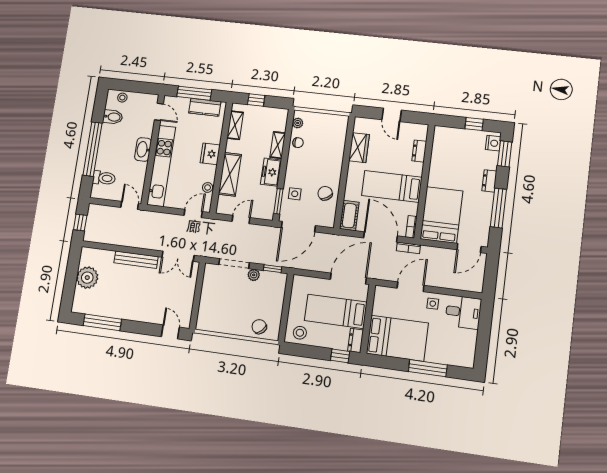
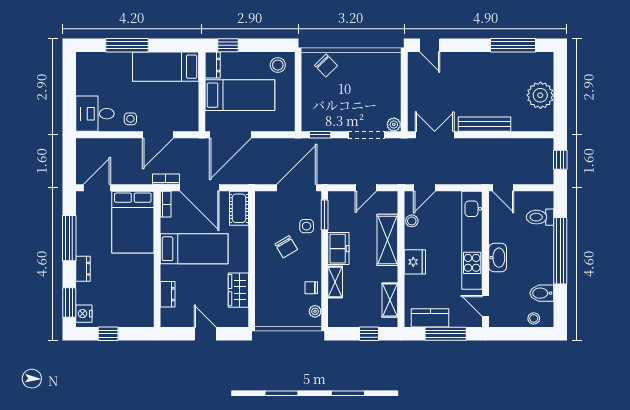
chair: (325, 193) -> (286, 247), moved
plant: (254, 275) -> (394, 124), moved
bed: (397, 338) -> (166, 67), width x0.67

